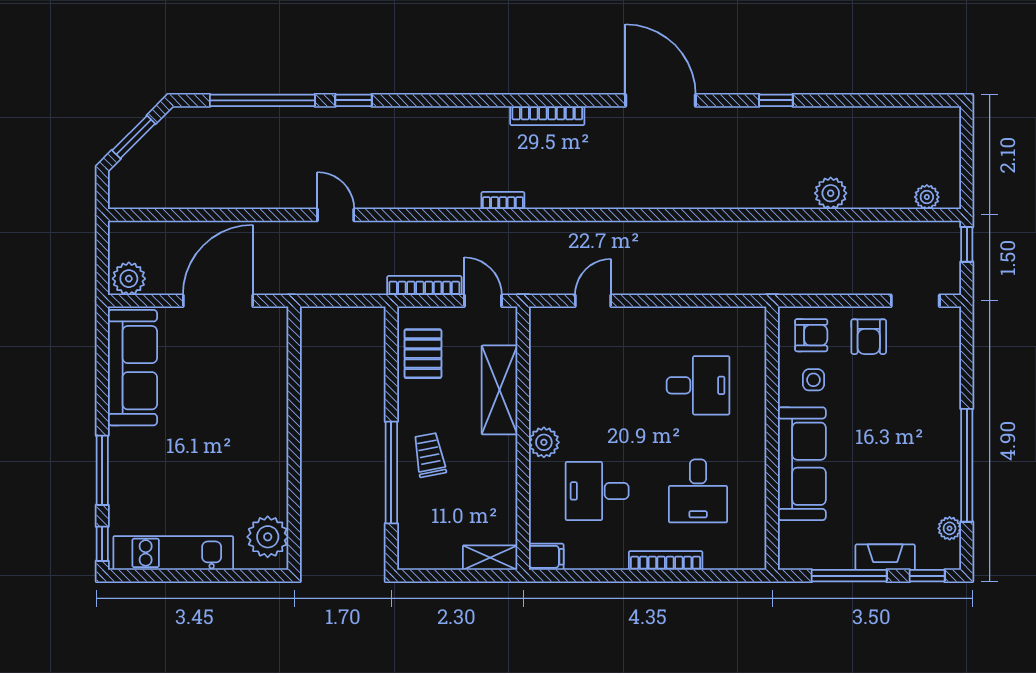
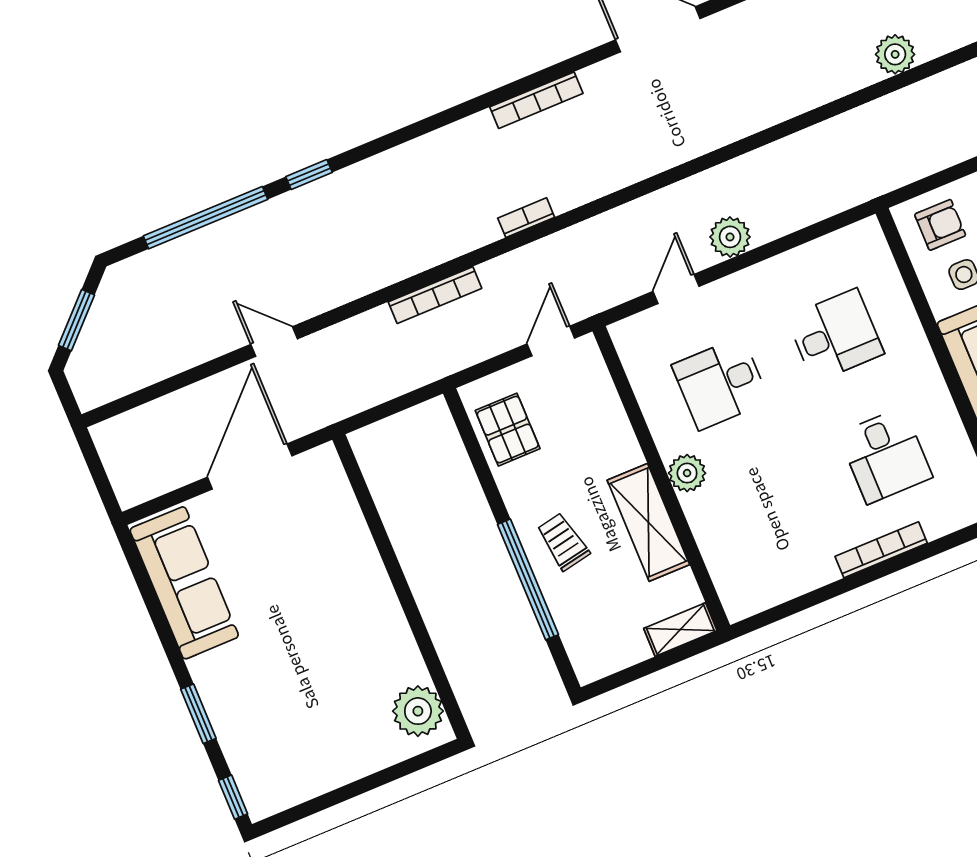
door: (336, 215) -> (274, 342), moved
plant: (129, 279) -> (730, 237), moved
bookcase: (424, 286) -> (435, 295), moved, turned 180
door: (483, 301) -> (551, 341), hinge flipped
shelving: (499, 390) -> (648, 522), moved
window: (102, 470) -> (198, 714), width x0.69
desk: (597, 491) -> (721, 383), moved
kitchen unit: (173, 553) -> (318, 774), removed
filing cabinet: (546, 557) -> (744, 602), removed

